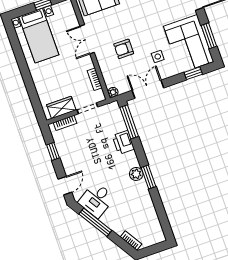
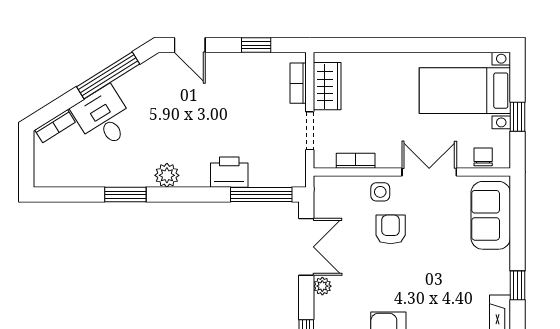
chair: (70, 14) -> (483, 157), added
side table: (158, 57) -> (380, 192), moved
plant: (113, 92) -> (322, 286), moved
window: (148, 177) -> (125, 195), moved
desk: (96, 200) -> (103, 118), moved

